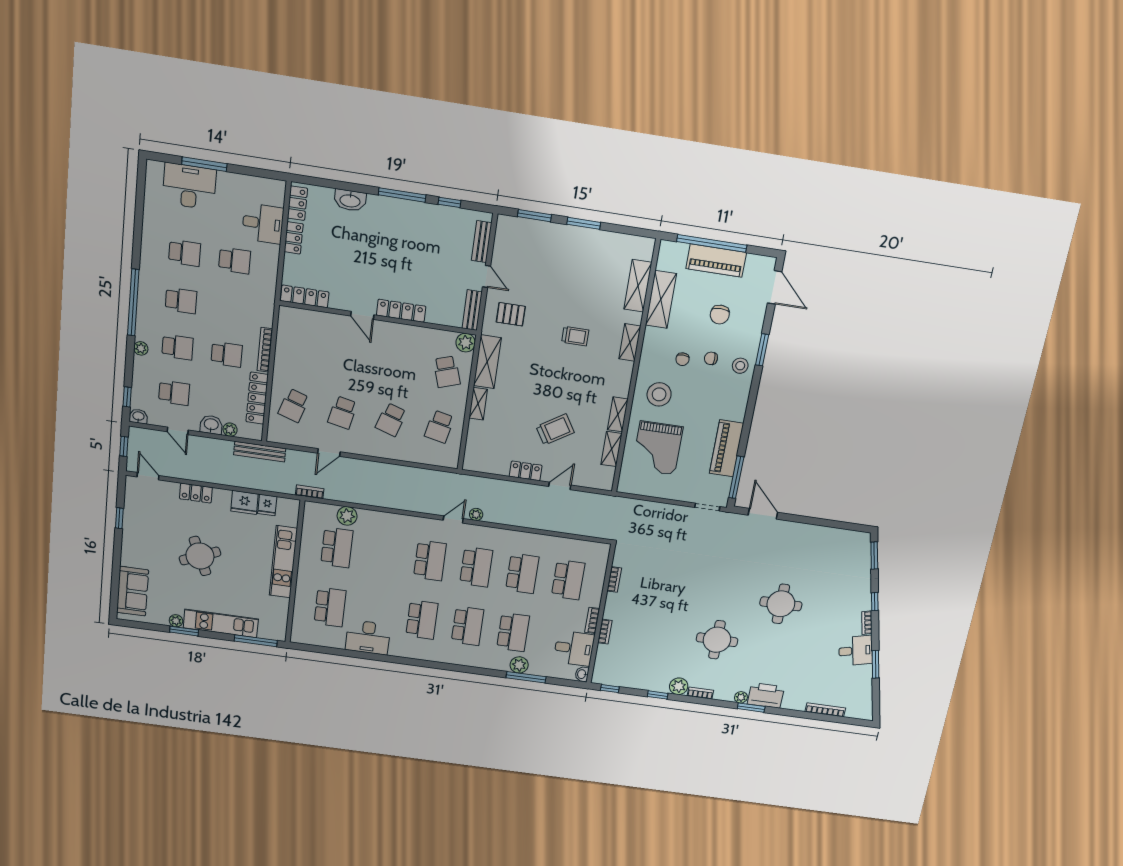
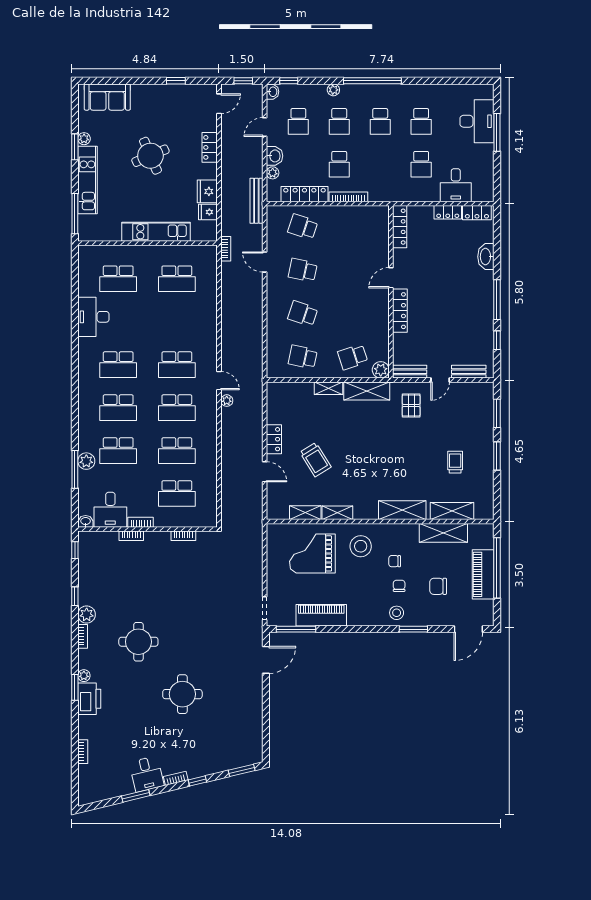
trolley: (575, 336) -> (455, 462), moved, turned 180
shelving: (630, 342) -> (402, 510), width x1.50, depth x1.33
plant: (347, 516) -> (208, 285), removed
bookcase: (825, 710) -> (83, 752), width x0.64

